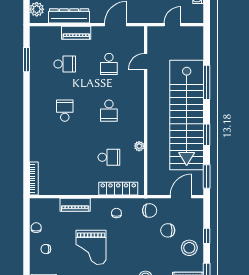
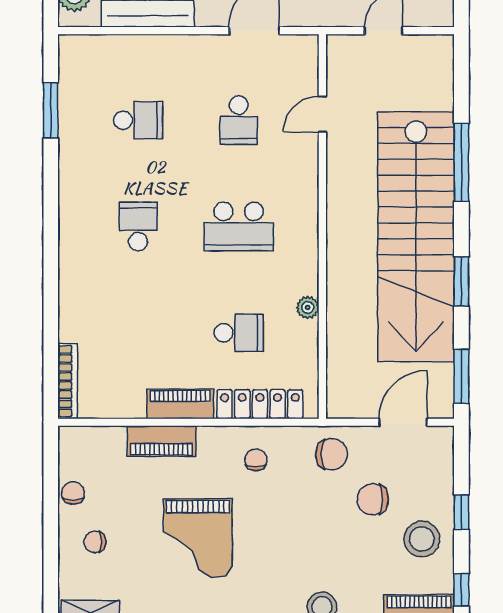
piano: (76, 33) -> (180, 404), moved, turned 180
school desk: (109, 111) -> (239, 226), width x1.85

